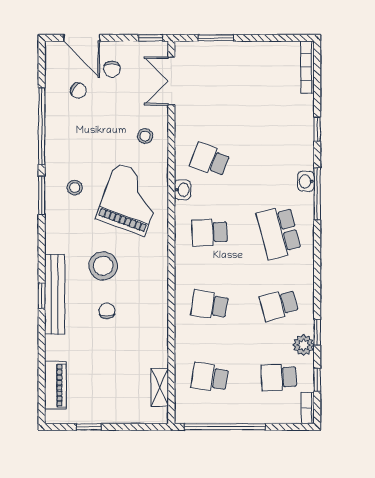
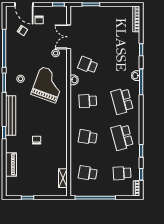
double door: (171, 81) -> (69, 37), moved
stool: (103, 266) -> (35, 118), removed
bench: (55, 294) -> (11, 116), moved
school desk: (279, 305) -> (122, 137), width x1.85
plant: (303, 345) -> (134, 157), removed
piano: (55, 385) -> (11, 164), moved

